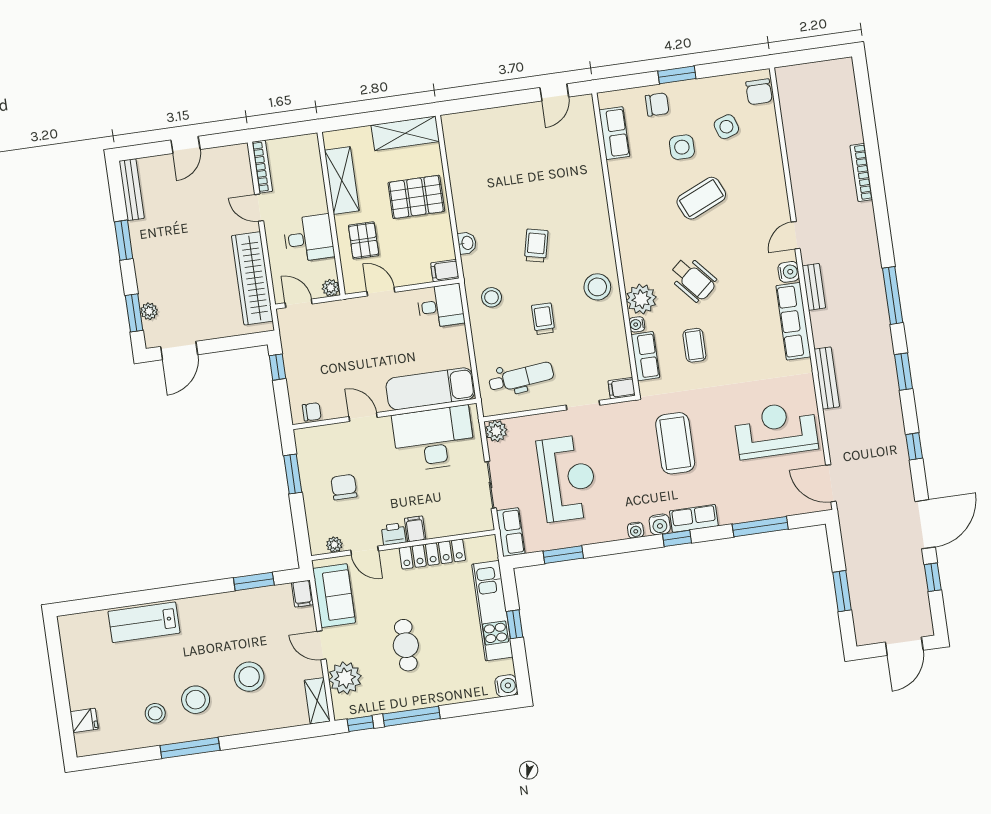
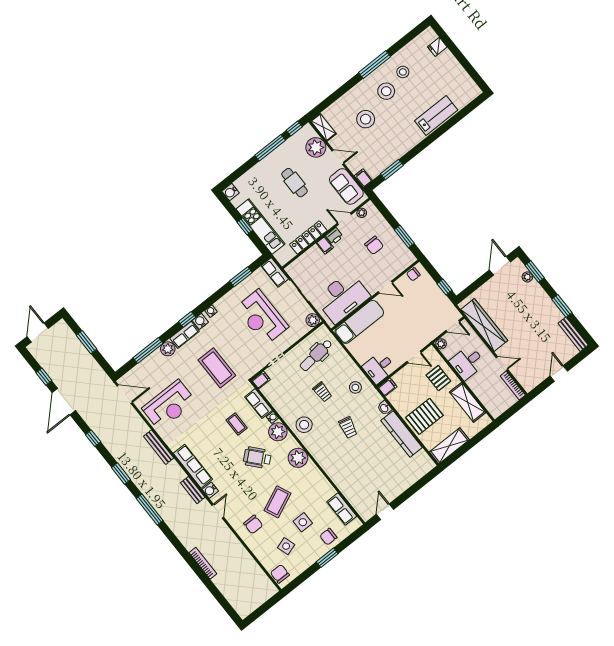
chair: (756, 186) -> (253, 524), added
kitchen counter: (464, 191) -> (402, 434), added
plant: (634, 244) -> (298, 458), added
plant: (730, 512) -> (168, 349), added

